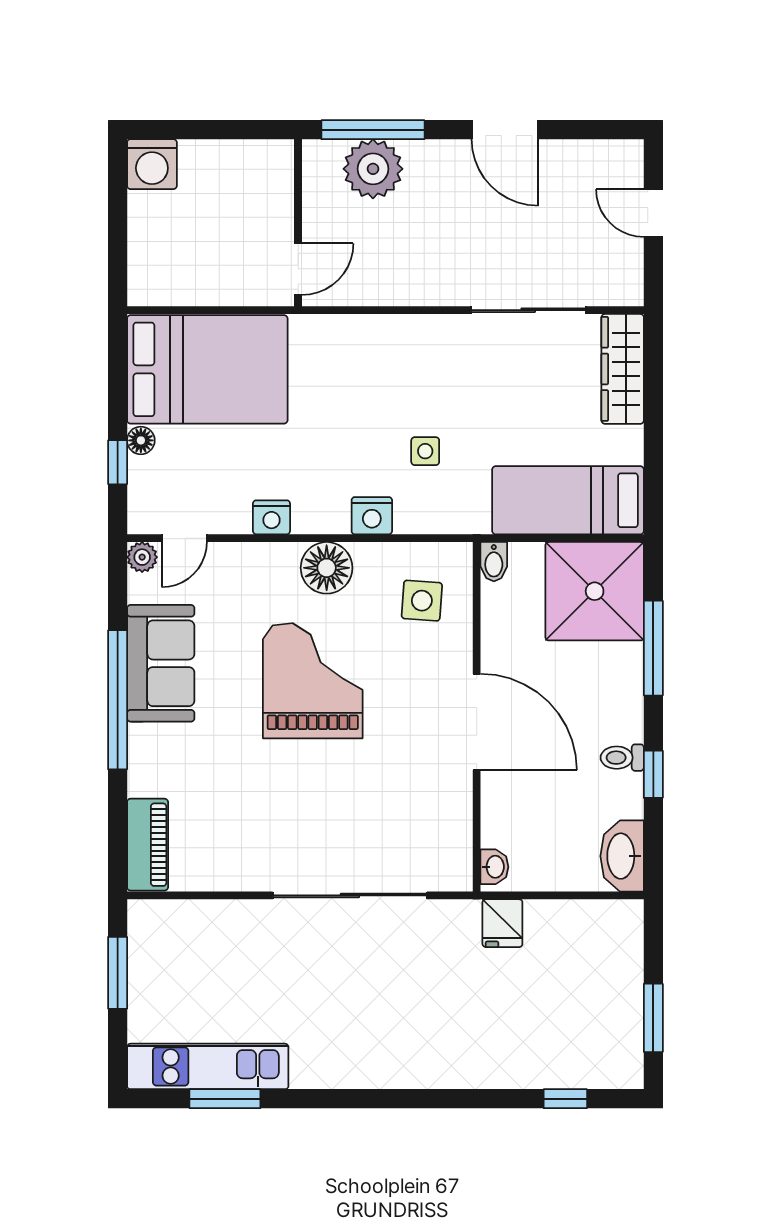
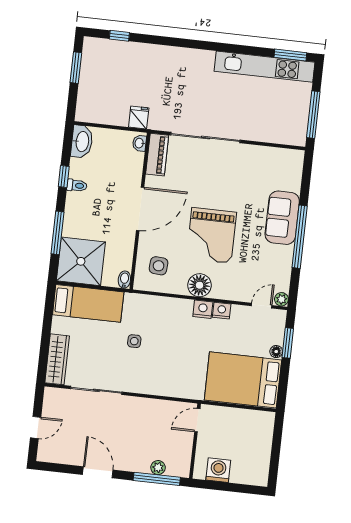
washing machine: (152, 164) -> (218, 470), moved
plant: (373, 169) -> (158, 468), width x0.53, depth x0.53
door: (653, 213) -> (36, 428), hinge flipped
side table: (425, 451) -> (134, 341), moved
window: (118, 462) -> (288, 343), width x1.50
nightstand: (372, 516) -> (203, 309), moved
sofa: (161, 663) -> (282, 218), moved
door: (477, 722) -> (140, 209), swing flipped
piano: (148, 845) -> (157, 155), moved, turned 180
window: (118, 973) -> (313, 115), width x1.44
kitchen unit: (208, 1066) -> (265, 67), width x1.36
window: (225, 1099) -> (290, 55), moved

